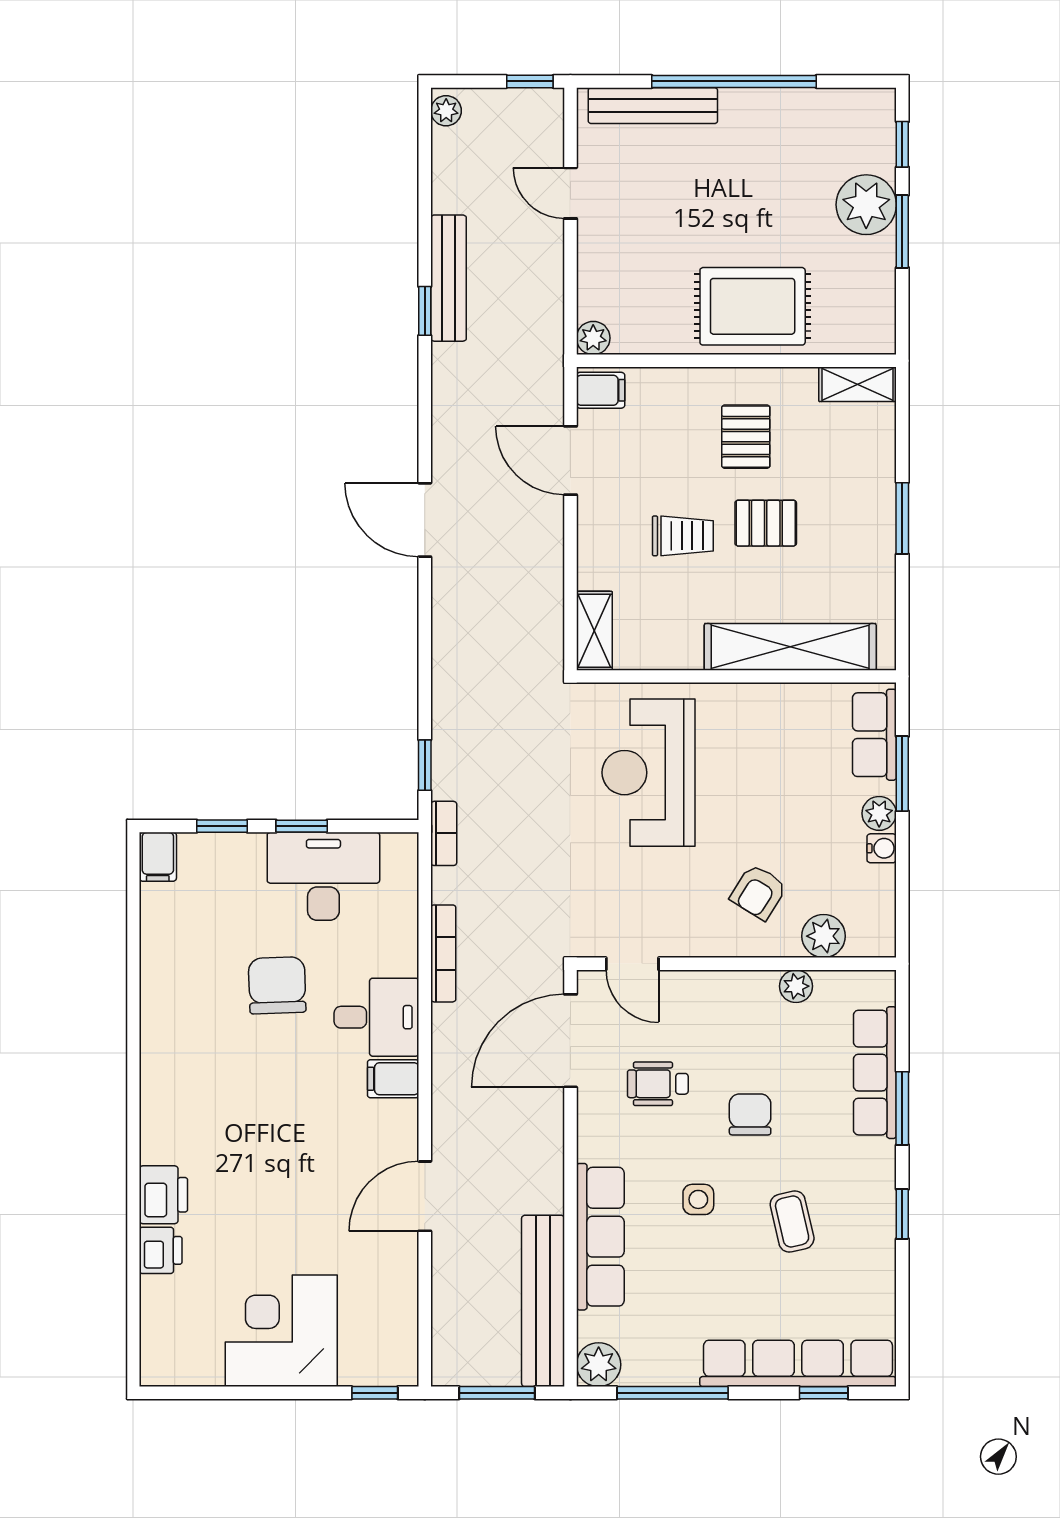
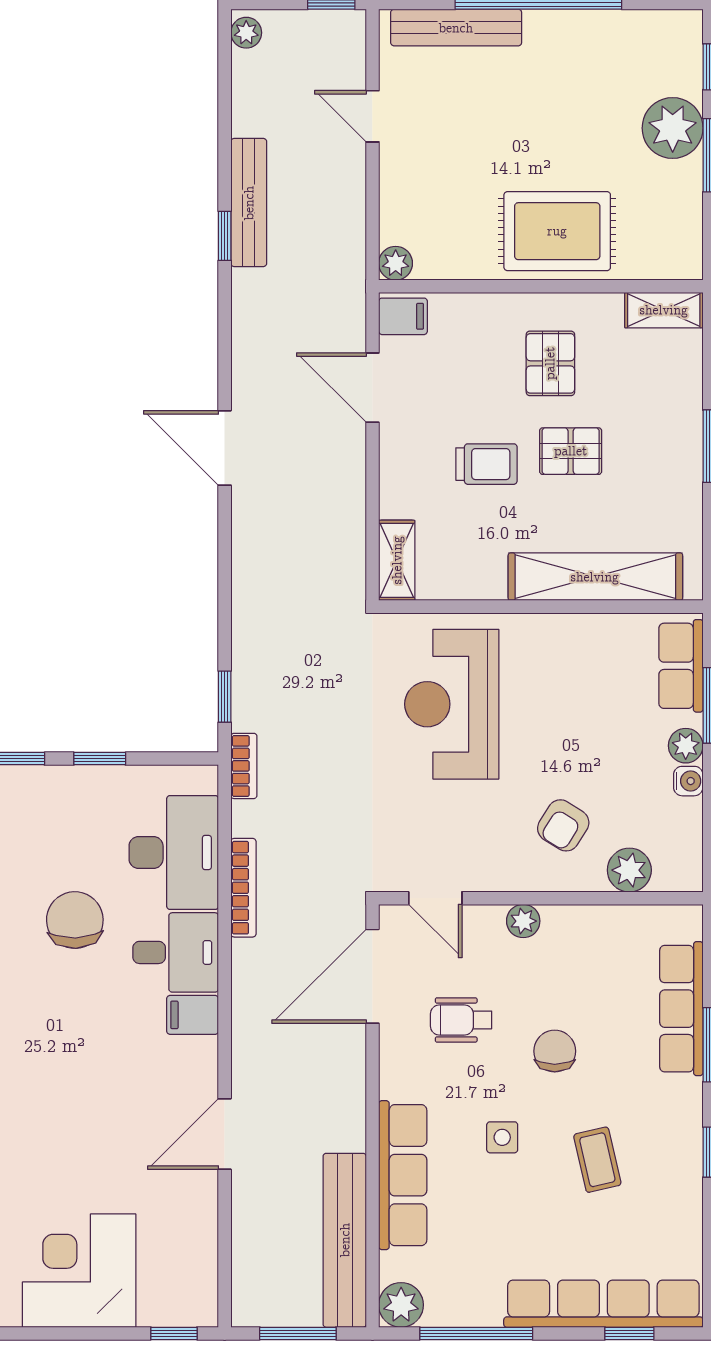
desk: (323, 876) -> (174, 852), moved, turned 90
plant: (796, 986) -> (523, 921), moved

